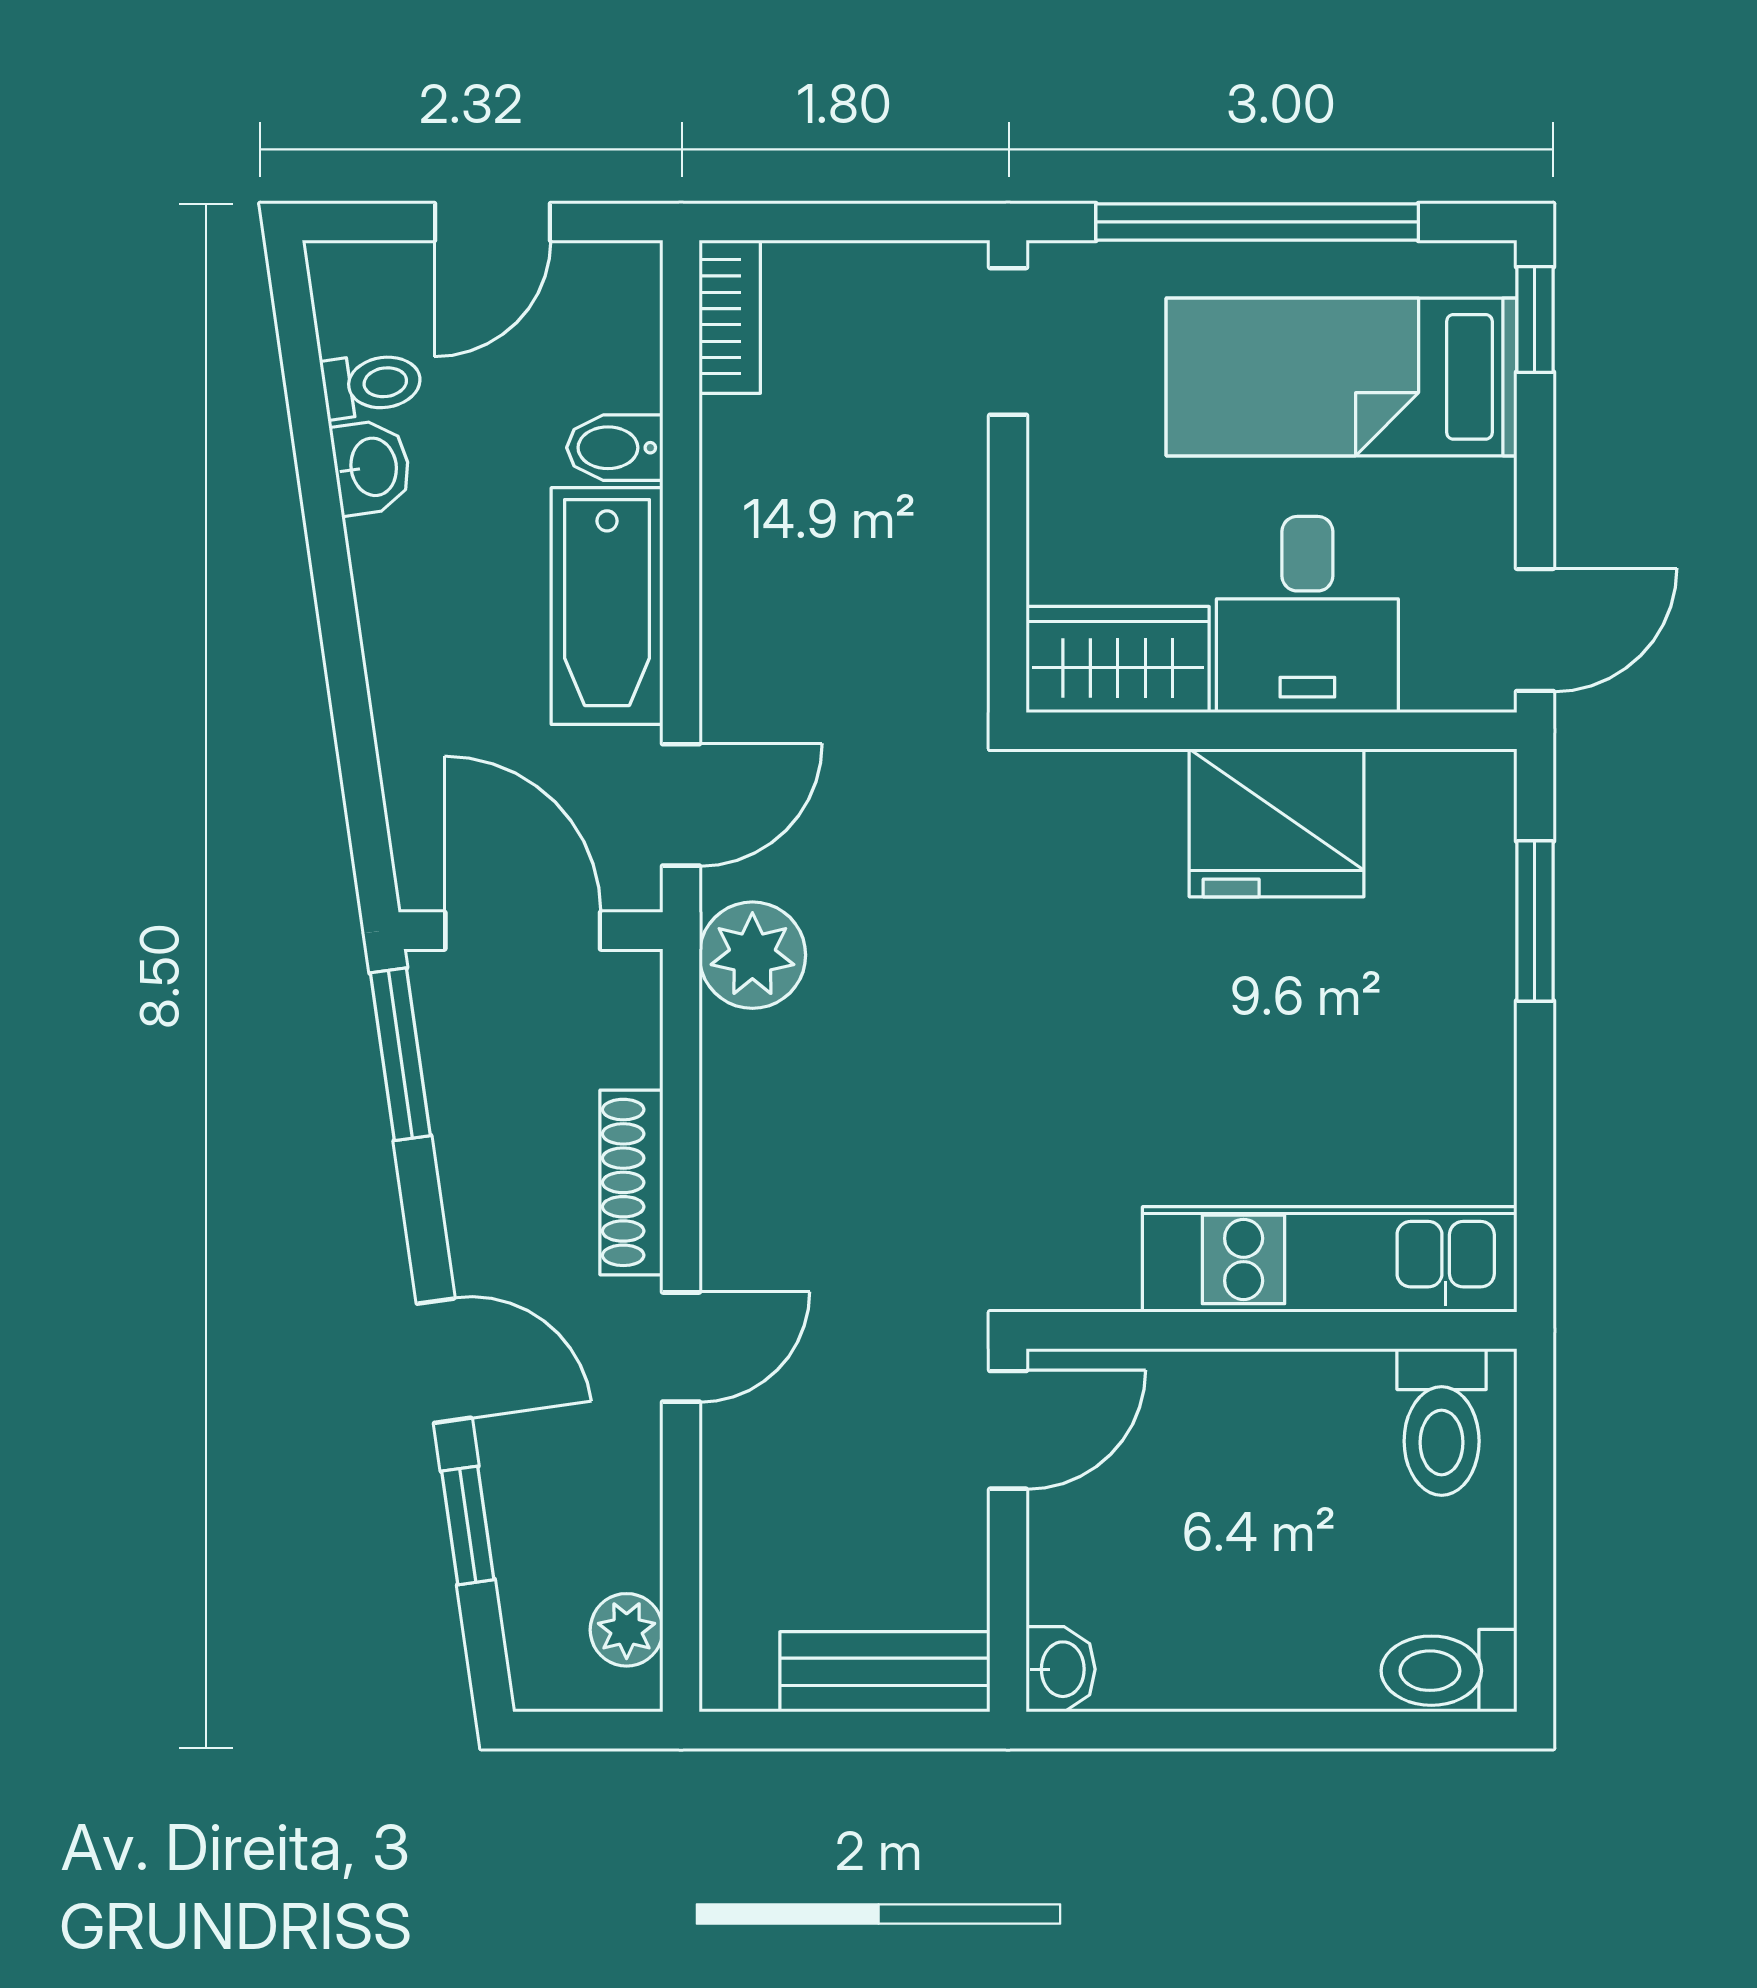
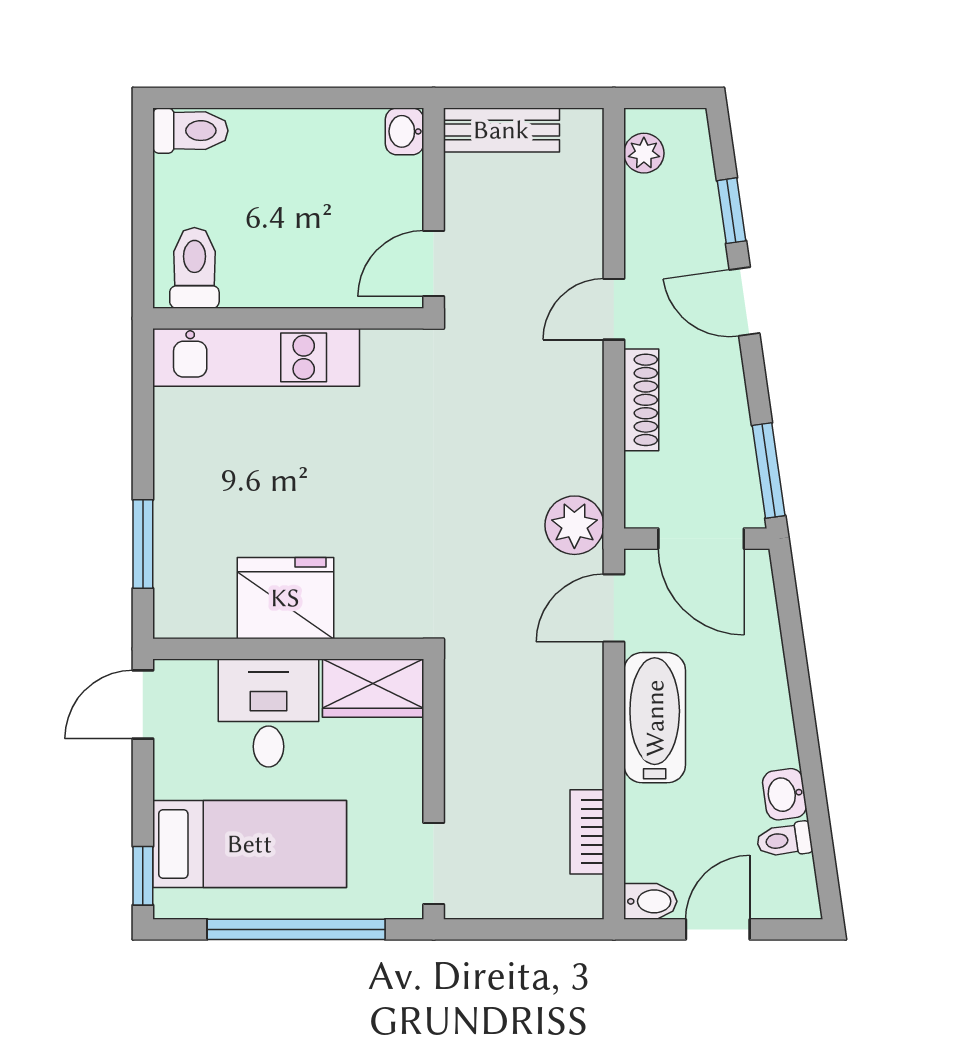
bookcase: (730, 317) -> (587, 832), moved
bidet: (615, 448) -> (650, 901), moved

